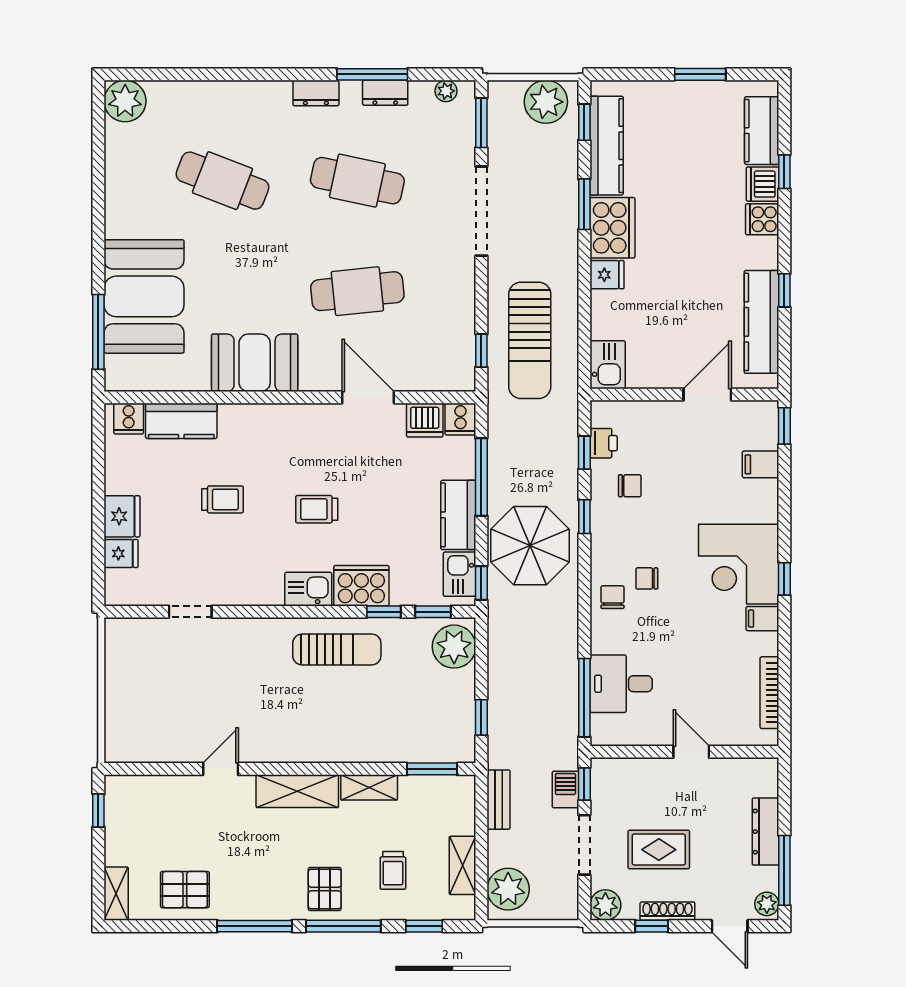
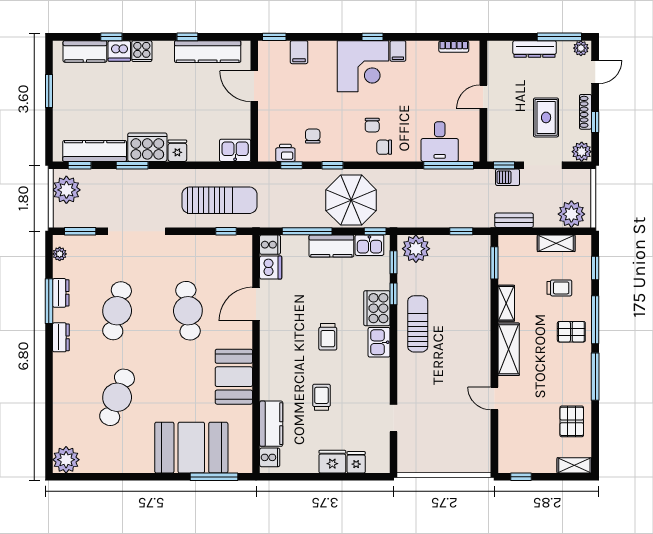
bookcase: (769, 693) -> (454, 46), width x0.64

